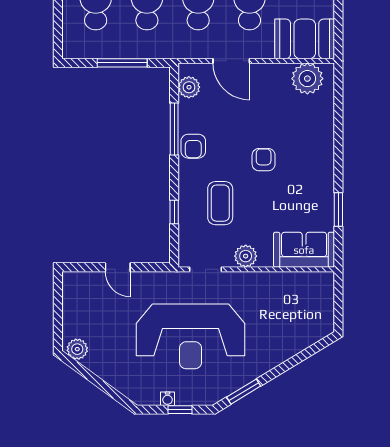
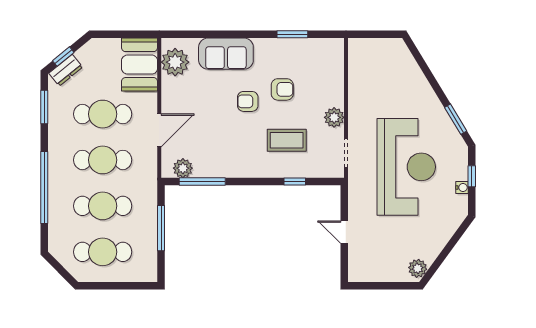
window: (174, 129) -> (202, 182), moved
armchair: (193, 146) -> (282, 89), moved
sofa: (304, 250) -> (226, 54), moved, turned -90
door: (118, 267) -> (344, 232), swing flipped

